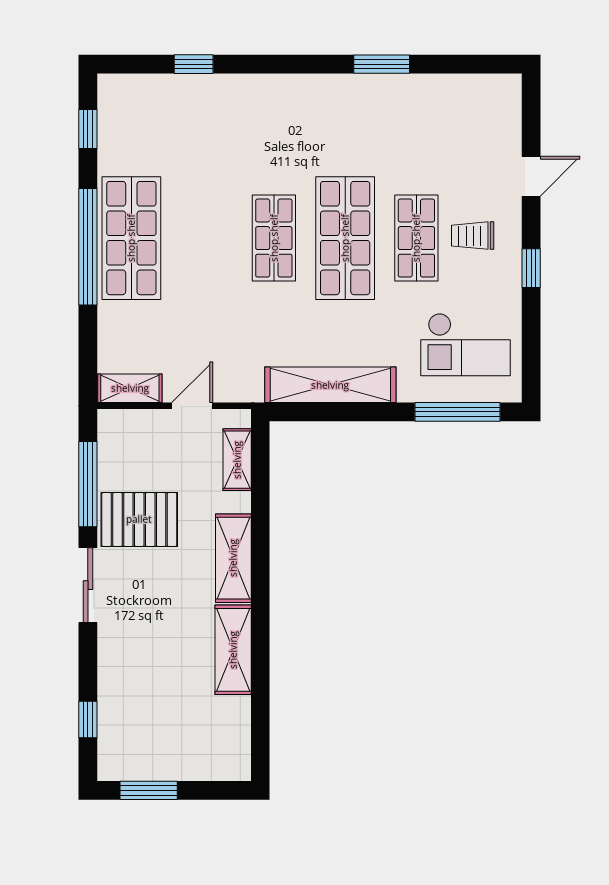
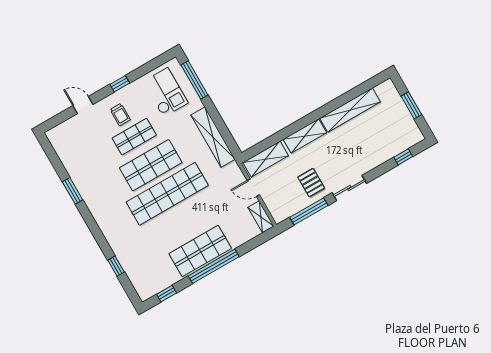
shop shelf: (274, 238) -> (167, 194), width x2.00, depth x1.36
shelving: (237, 460) -> (266, 159), width x1.50, depth x1.33
pallet: (139, 519) -> (311, 183), width x0.67, depth x0.71
shelving: (233, 650) -> (350, 110), width x1.47
window: (149, 790) -> (411, 105), moved

